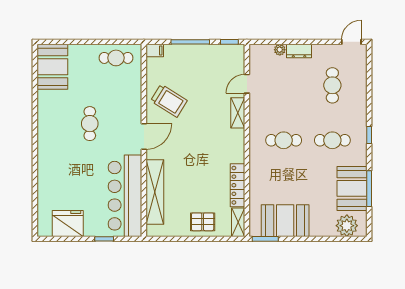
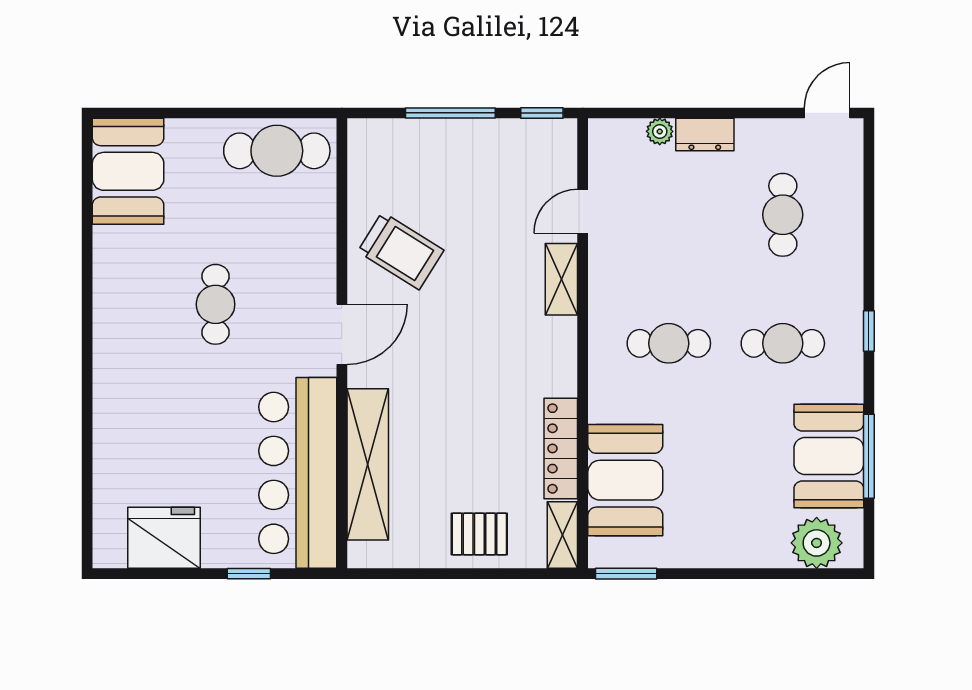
filing cabinet: (155, 50) -> (367, 133), removed
cafe table: (116, 58) -> (277, 151), width x1.37, depth x1.35
booth: (285, 221) -> (625, 480), moved, turned 90

